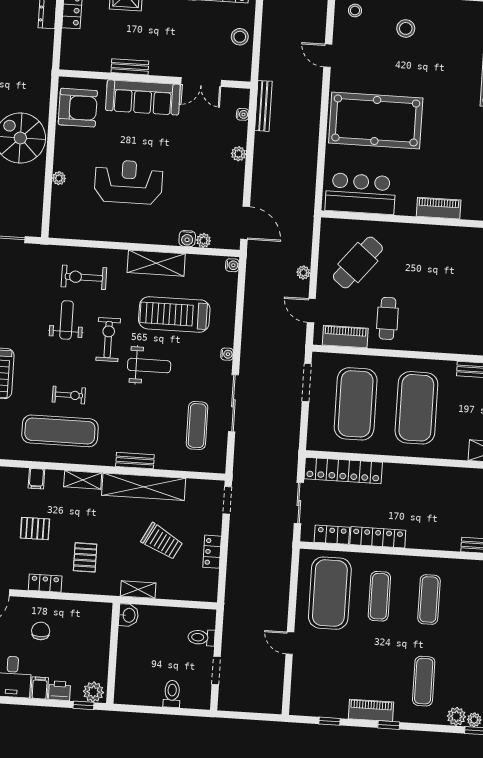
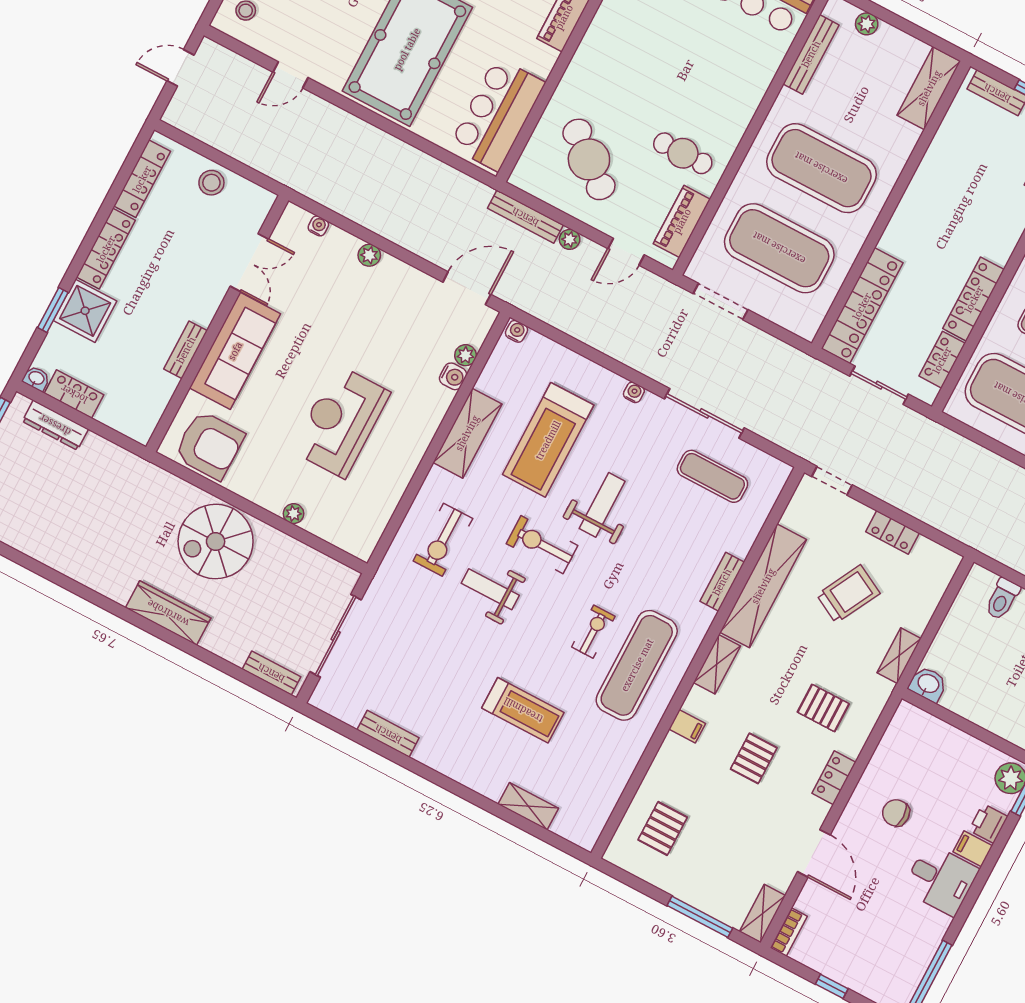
bench: (263, 106) -> (525, 217), moved
armchair: (78, 108) -> (209, 445), turned 90

